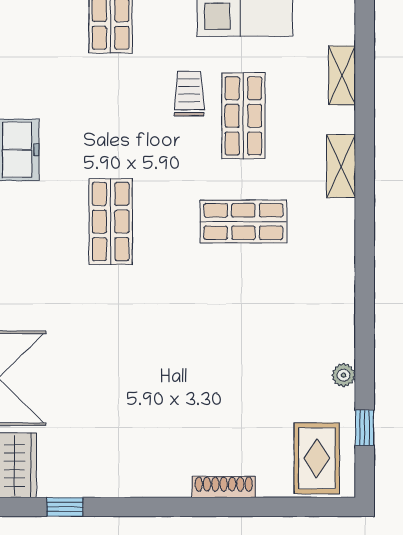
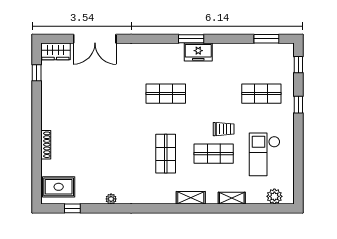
plant: (344, 375) -> (111, 199), moved

